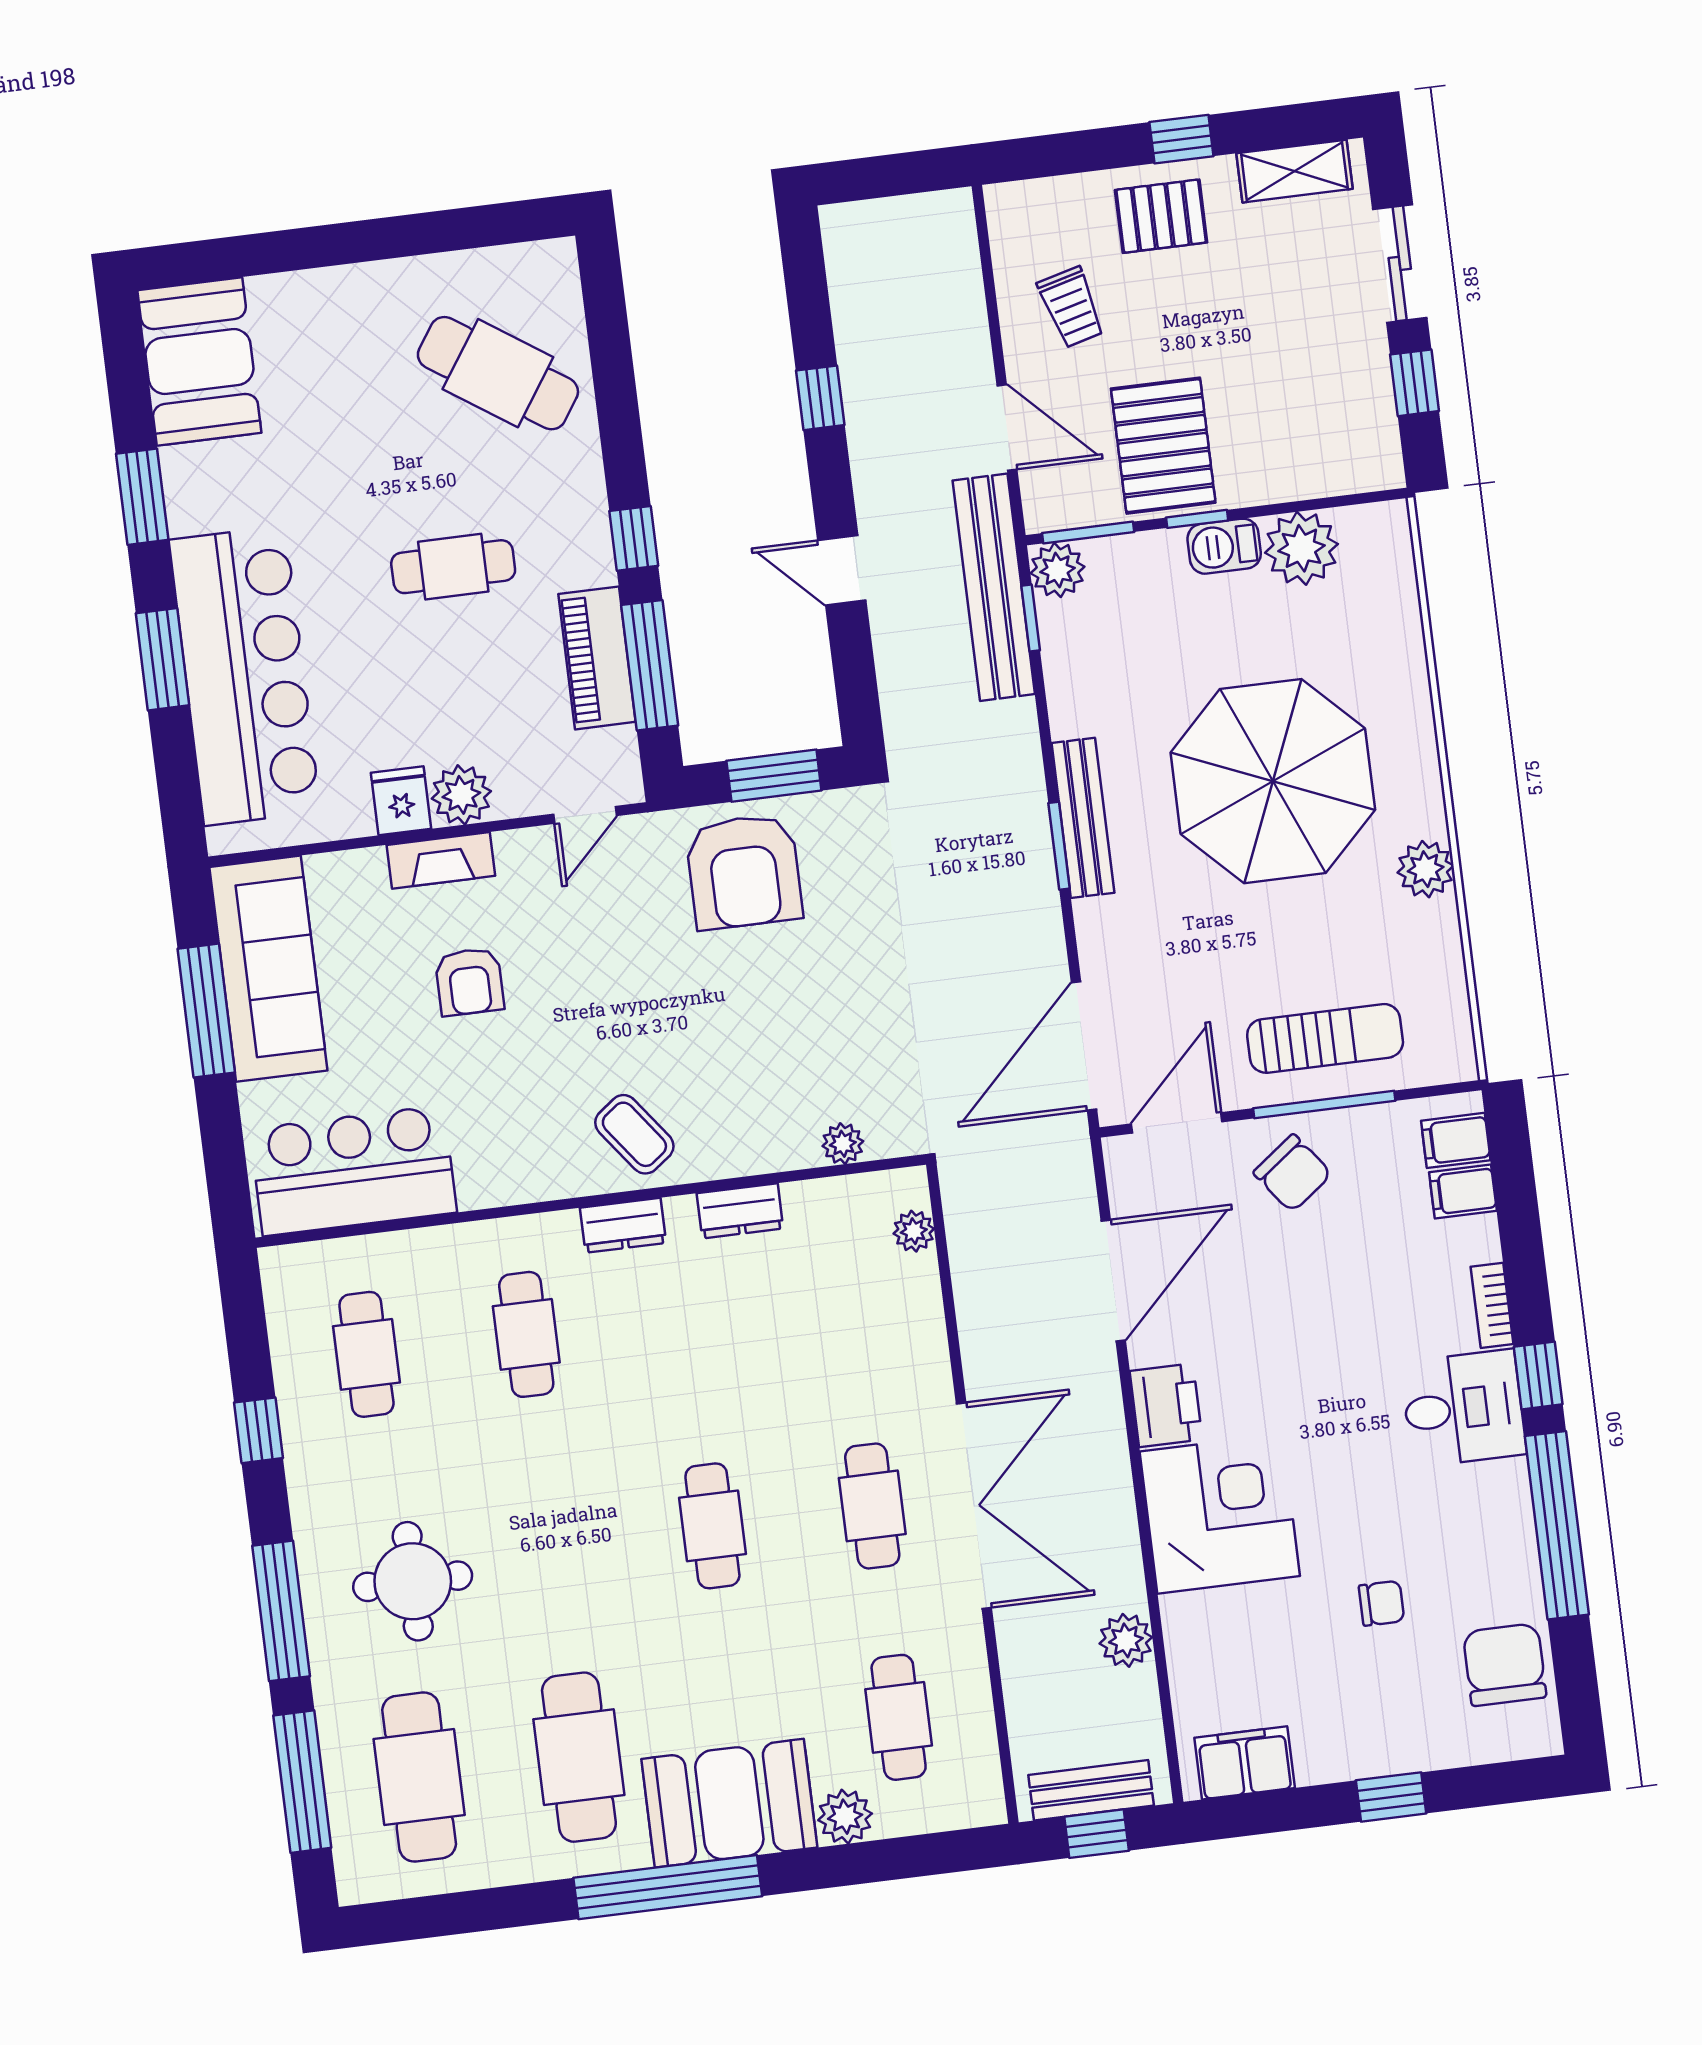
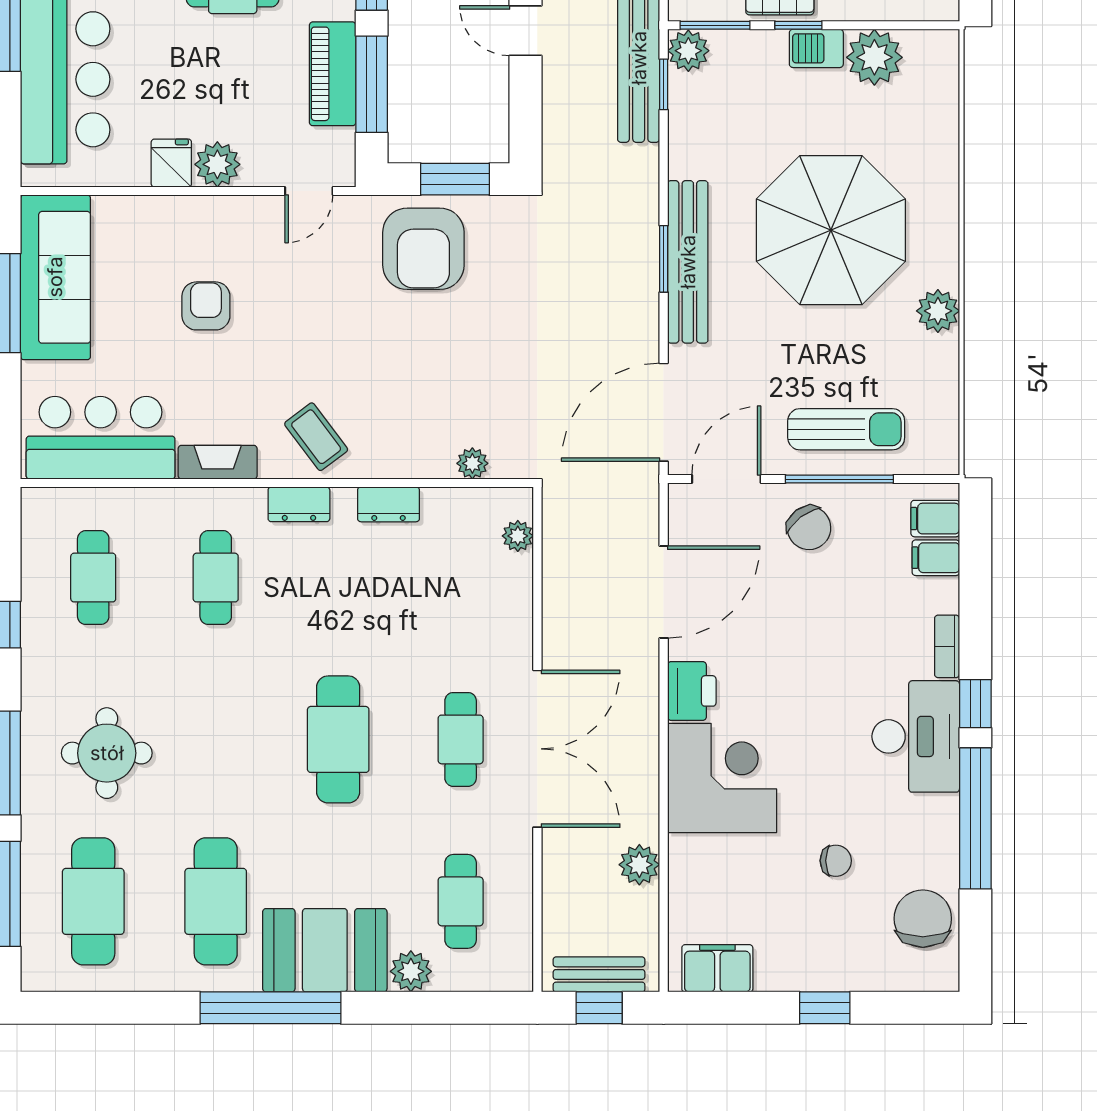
bench: (1083, 818) -> (688, 262), width x1.37, depth x1.21
fireplace: (441, 860) -> (218, 462), moved, turned 180
armchair: (469, 982) -> (206, 306), turned 180
desk: (1463, 1408) -> (916, 736), width x1.37
cafe table: (712, 1526) -> (338, 739), width x1.37, depth x1.35

